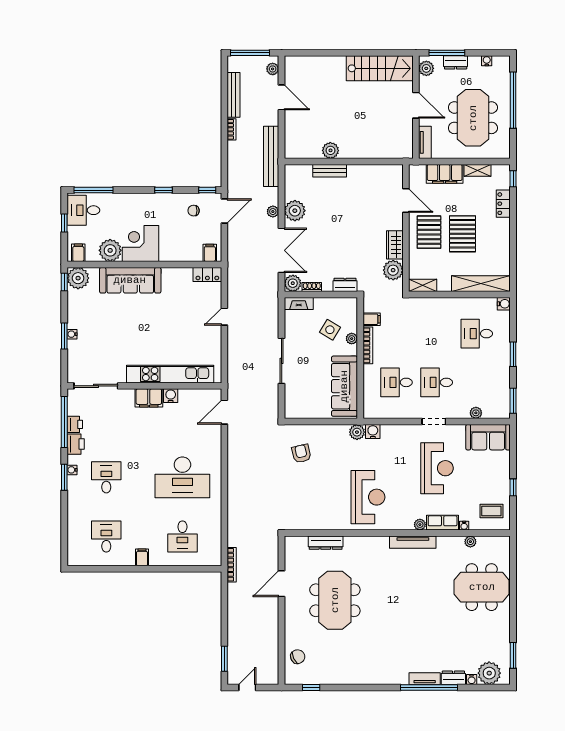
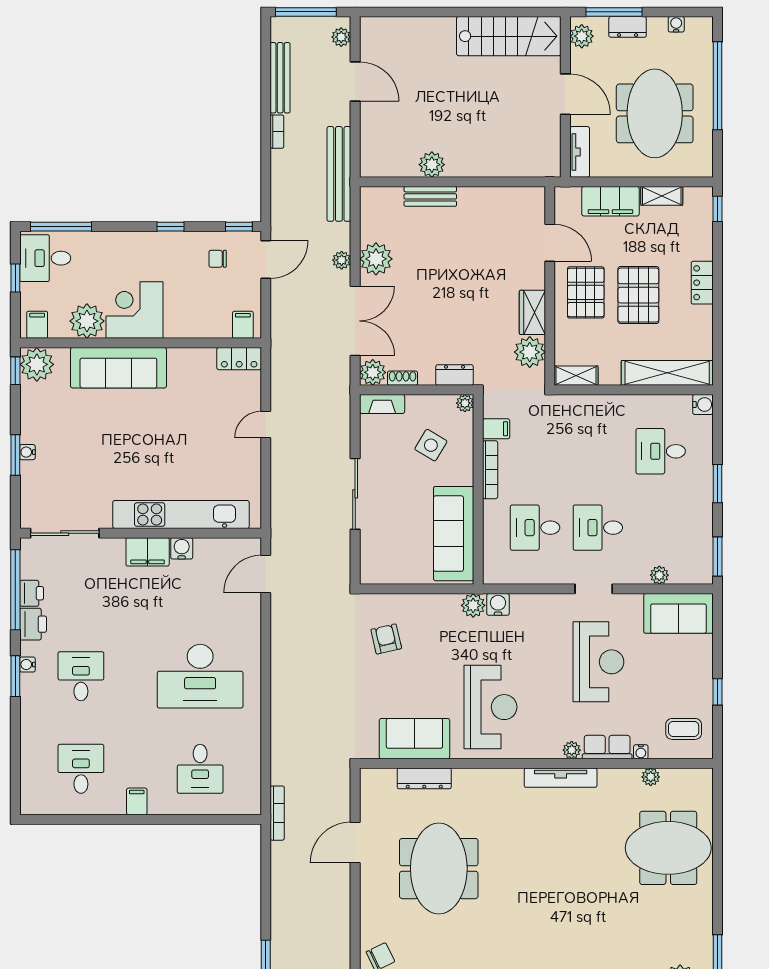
locker: (503, 204) -> (702, 283), moved
plant: (352, 339) -> (465, 403), moved
sofa: (319, 517) -> (414, 739), added

